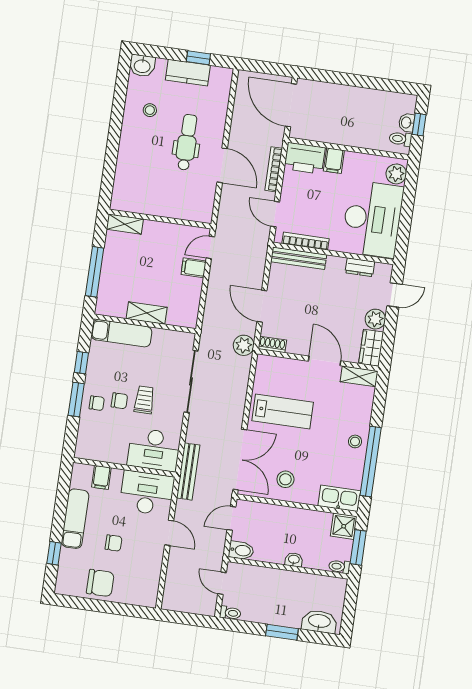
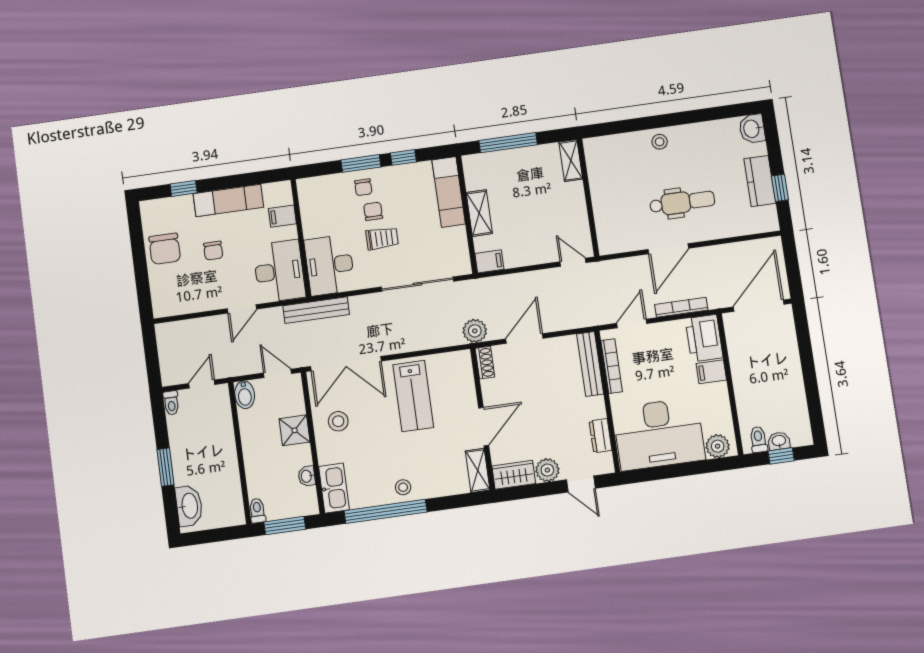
stool: (150, 110) -> (660, 142), moved
filing cabinet: (194, 268) -> (489, 261), moved, turned 90
chair: (119, 401) -> (373, 211), turned 180
shower: (344, 526) -> (295, 430), moved
washbasin: (294, 560) -> (307, 476), moved, turned 180

